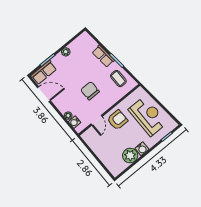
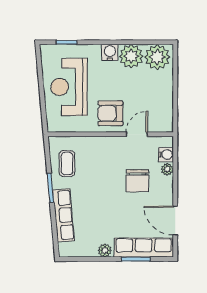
row of seats: (103, 56) -> (64, 215), width x1.48
row of seats: (44, 72) -> (144, 248), width x1.48
chair: (90, 91) -> (137, 181), moved
plant: (117, 165) -> (157, 57), added

